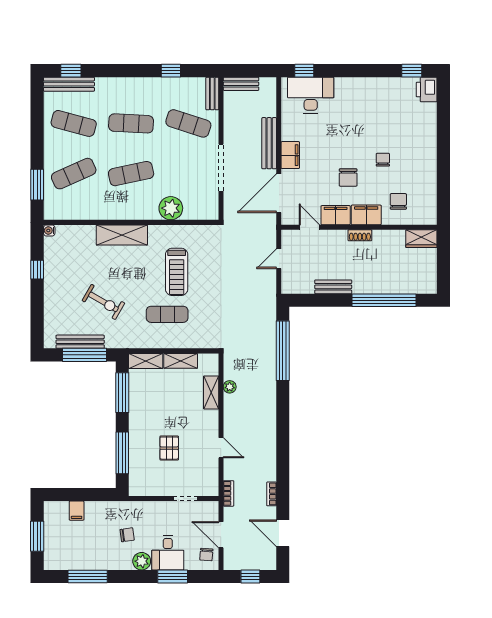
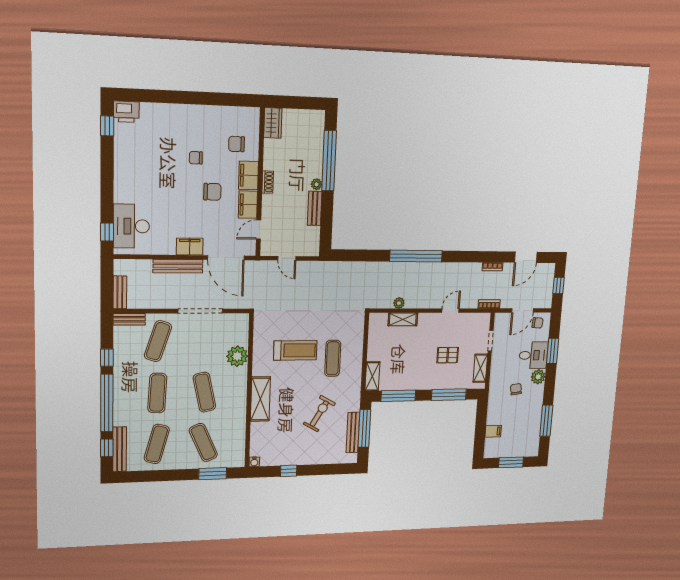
window: (121, 71) -> (107, 403), added
plant: (359, 288) -> (317, 184), added
window: (283, 351) -> (416, 256), moved
shelving: (181, 361) -> (480, 368), moved

